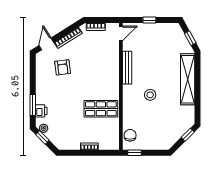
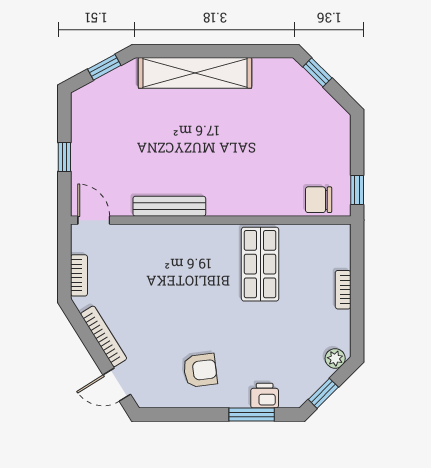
armchair: (63, 67) -> (200, 370), moved
stool: (150, 95) -> (229, 155), removed
plant: (44, 128) -> (335, 358), moved

